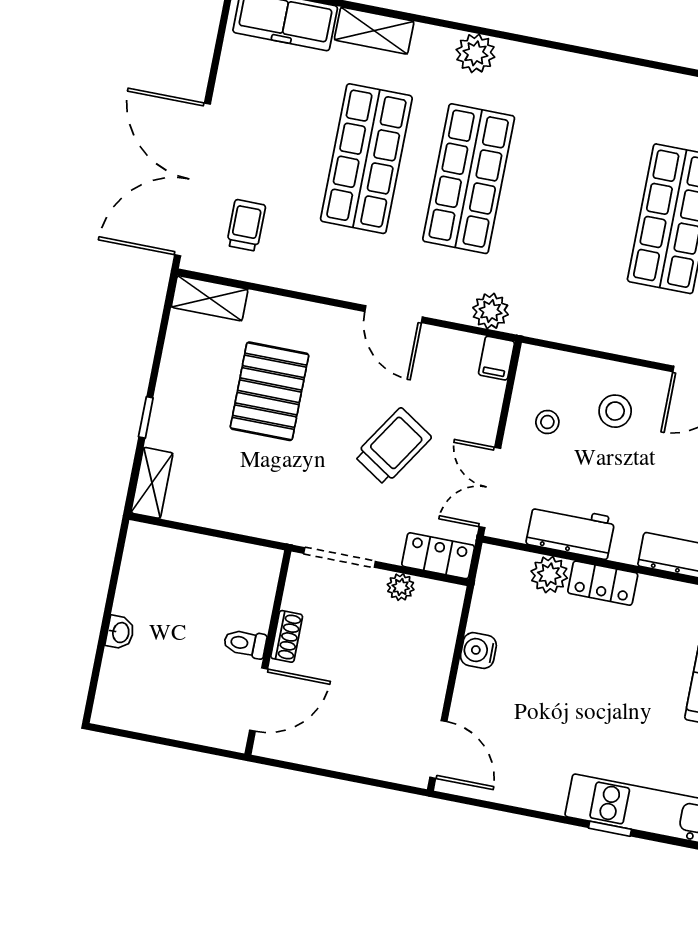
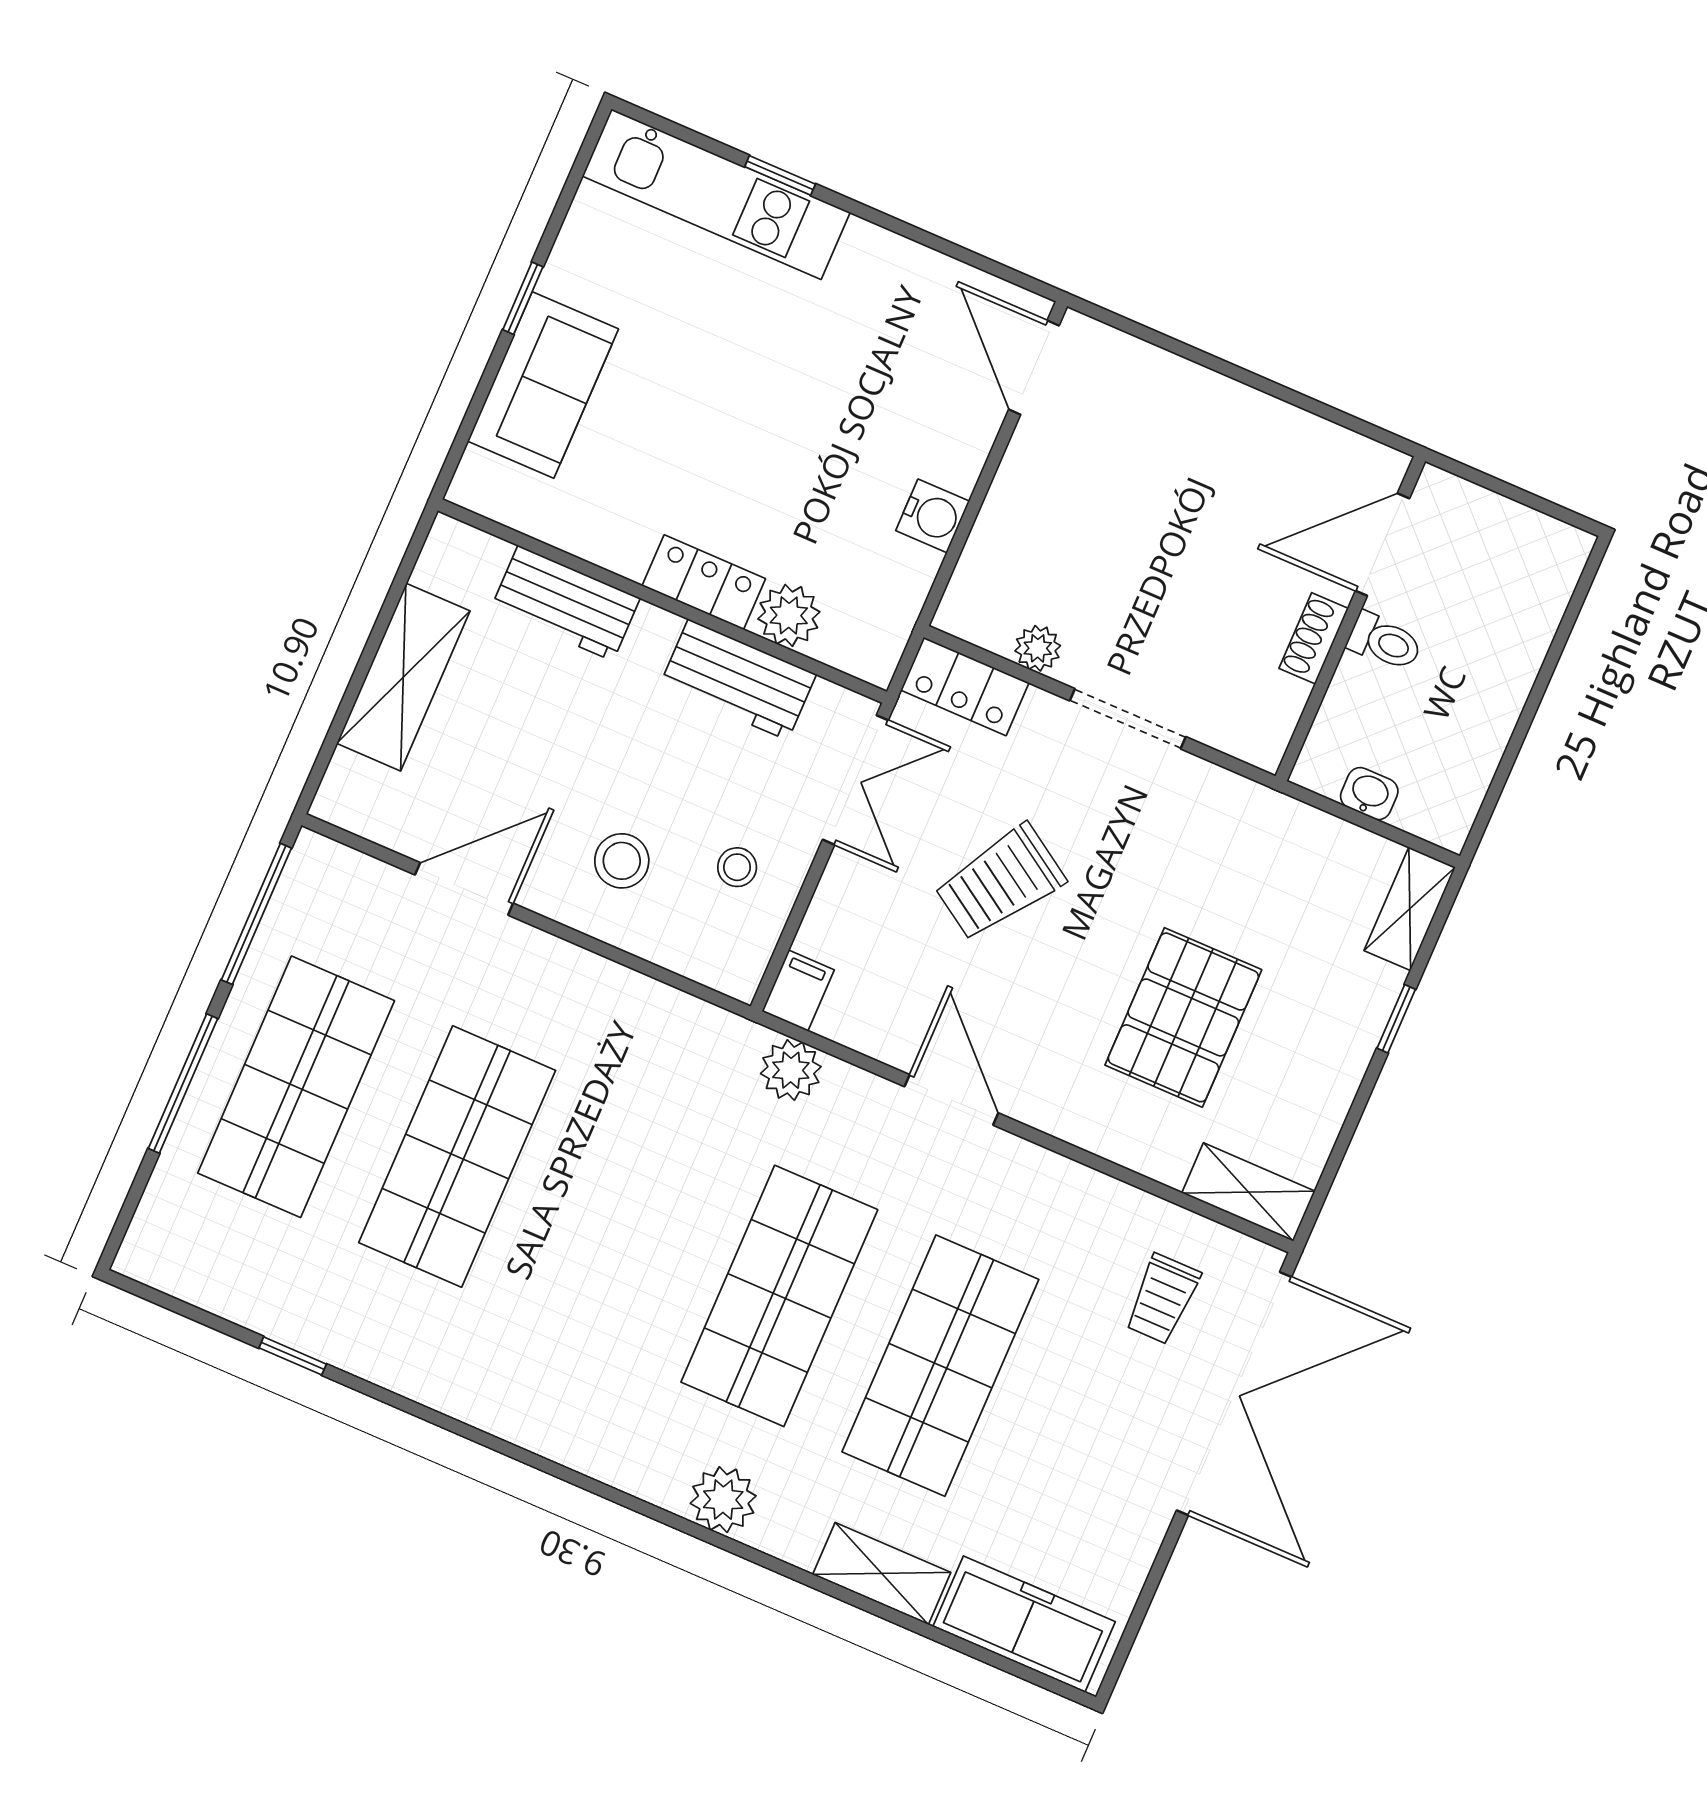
washbasin: (120, 632) -> (1369, 794), moved, turned 90
shoe rack: (287, 636) -> (1314, 638), moved
toilet: (245, 643) -> (1385, 642), moved
wall: (268, 653) -> (1350, 619), moved
door: (259, 700) -> (1382, 545), moved

